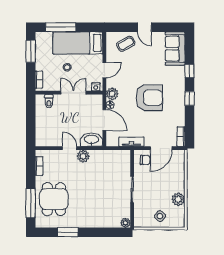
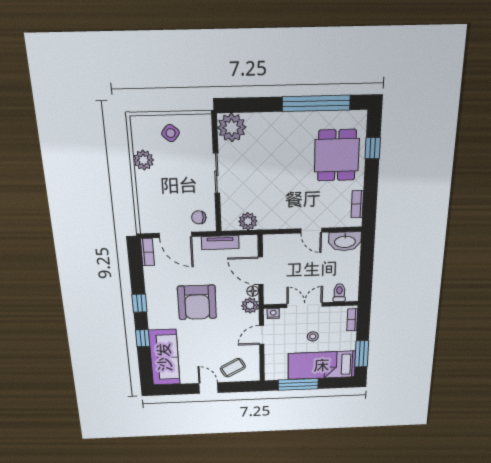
window: (61, 27) -> (298, 384), moved
bed: (78, 43) -> (322, 365), moved, turned 180
sofa: (175, 49) -> (164, 357), width x1.36
double door: (73, 93) -> (305, 305), swing flipped
armchair: (149, 98) -> (197, 302), turned -90
washbasin: (91, 140) -> (345, 241), moved
door: (161, 148) -> (175, 235), swing flipped
plant: (83, 156) -> (248, 221), moved
window: (31, 203) -> (373, 148), width x0.46
plant: (126, 223) -> (232, 128), width x1.88, depth x1.88
window: (68, 232) -> (316, 103), width x2.11

